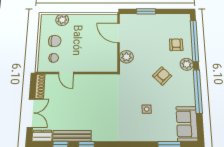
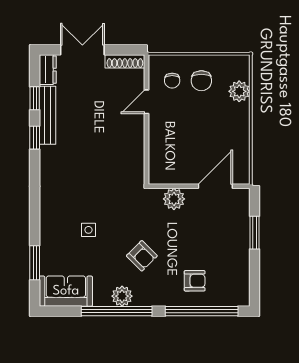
plant: (187, 64) -> (122, 296), moved
double door: (31, 113) -> (82, 50), swing flipped

